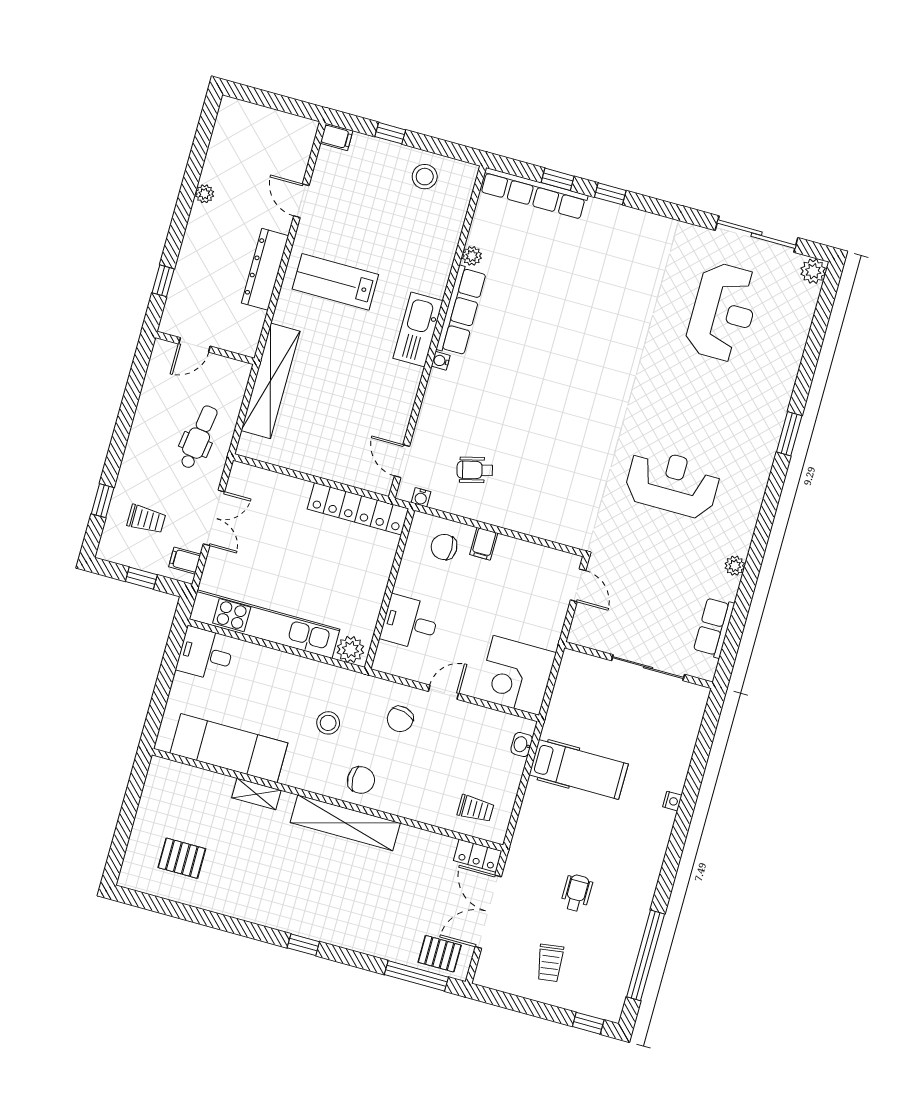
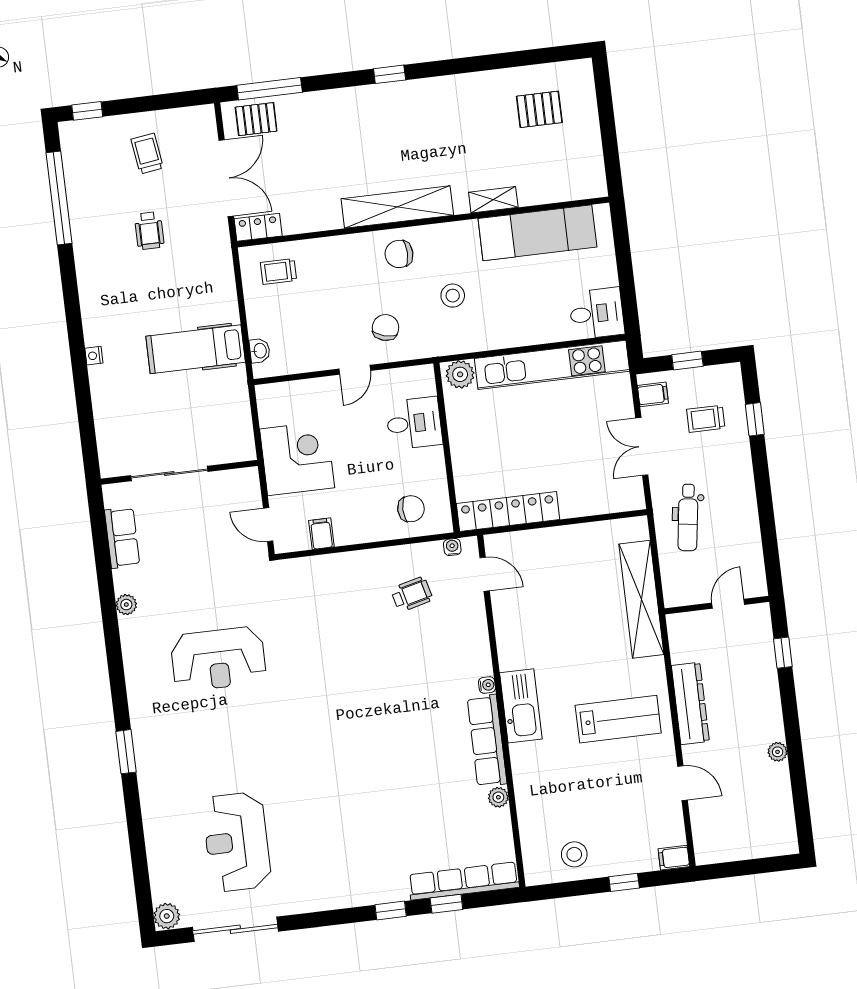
filing cabinet: (484, 544) -> (321, 534), moved
corner desk: (516, 675) -> (297, 458), moved

